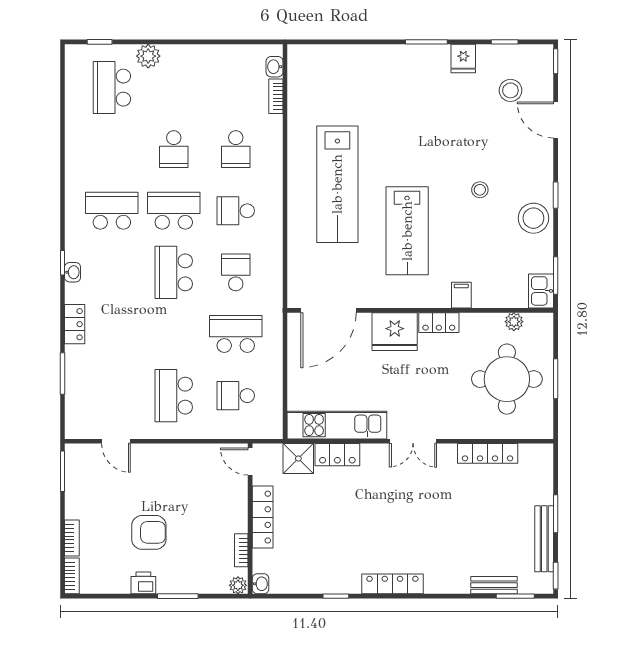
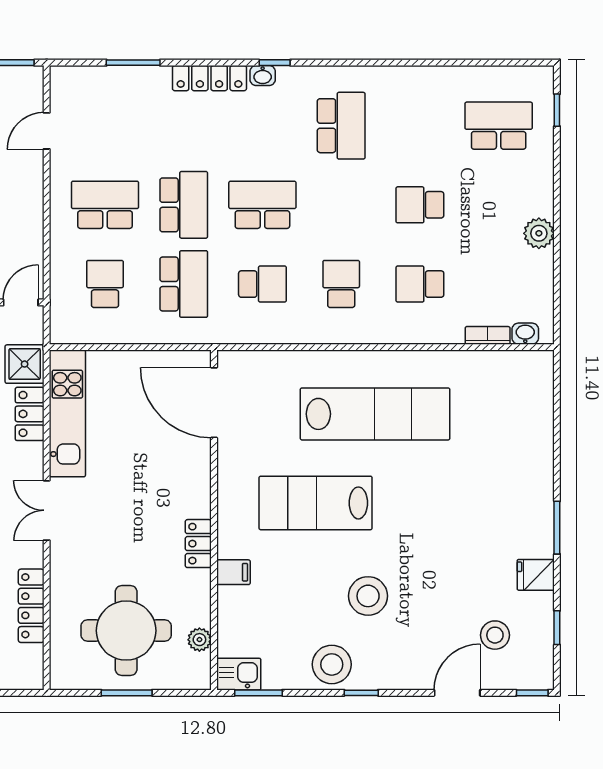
plant: (148, 56) -> (539, 233), moved
lab bench: (337, 184) -> (375, 414), turned 180
stool: (480, 190) -> (368, 596), width x1.89, depth x1.89
school desk: (174, 211) -> (184, 205), moved
locker: (75, 324) -> (209, 78), width x1.53
fridge: (395, 332) -> (187, 487), removed

